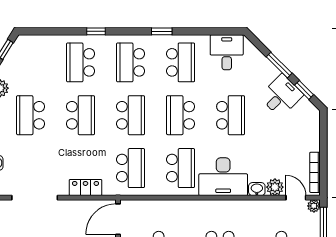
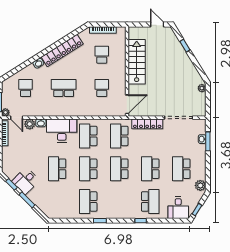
desk: (227, 52) -> (178, 208), moved
school desk: (131, 62) -> (119, 201), removed
school desk: (31, 115) -> (181, 169), turned 180
school desk: (181, 115) -> (88, 169), turned 180
locker: (85, 187) -> (147, 124), width x1.53

